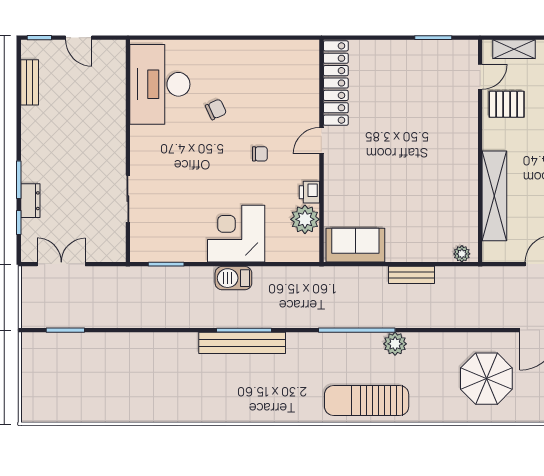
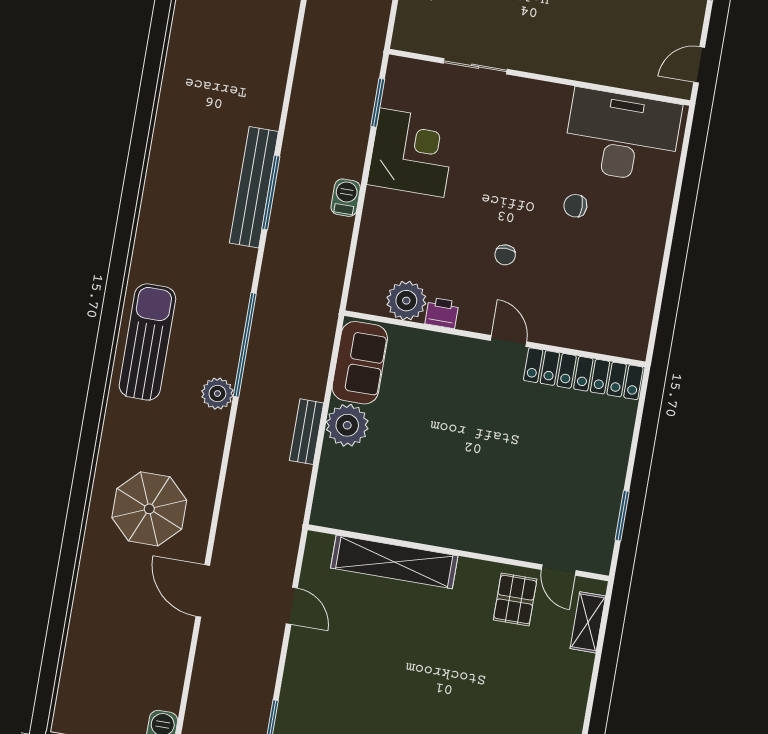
door: (79, 38) -> (699, 65), moved
chair: (216, 109) -> (575, 206), turned 115
corner desk: (236, 234) -> (412, 153), moved
plant: (462, 254) -> (347, 425), moved, width x1.88, depth x1.88
barbecue: (233, 278) -> (346, 198), width x0.73, depth x0.79

